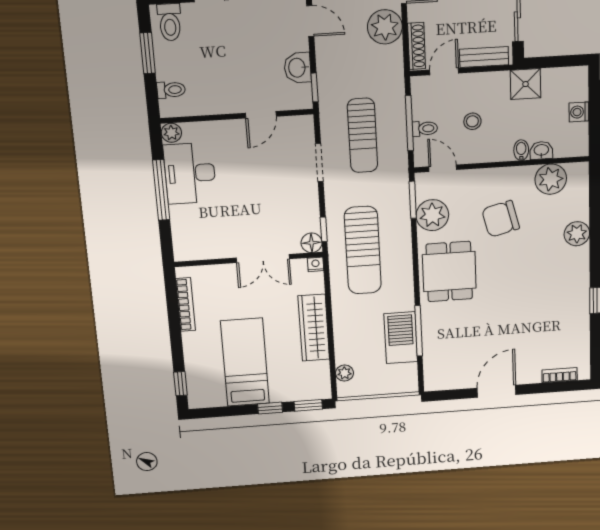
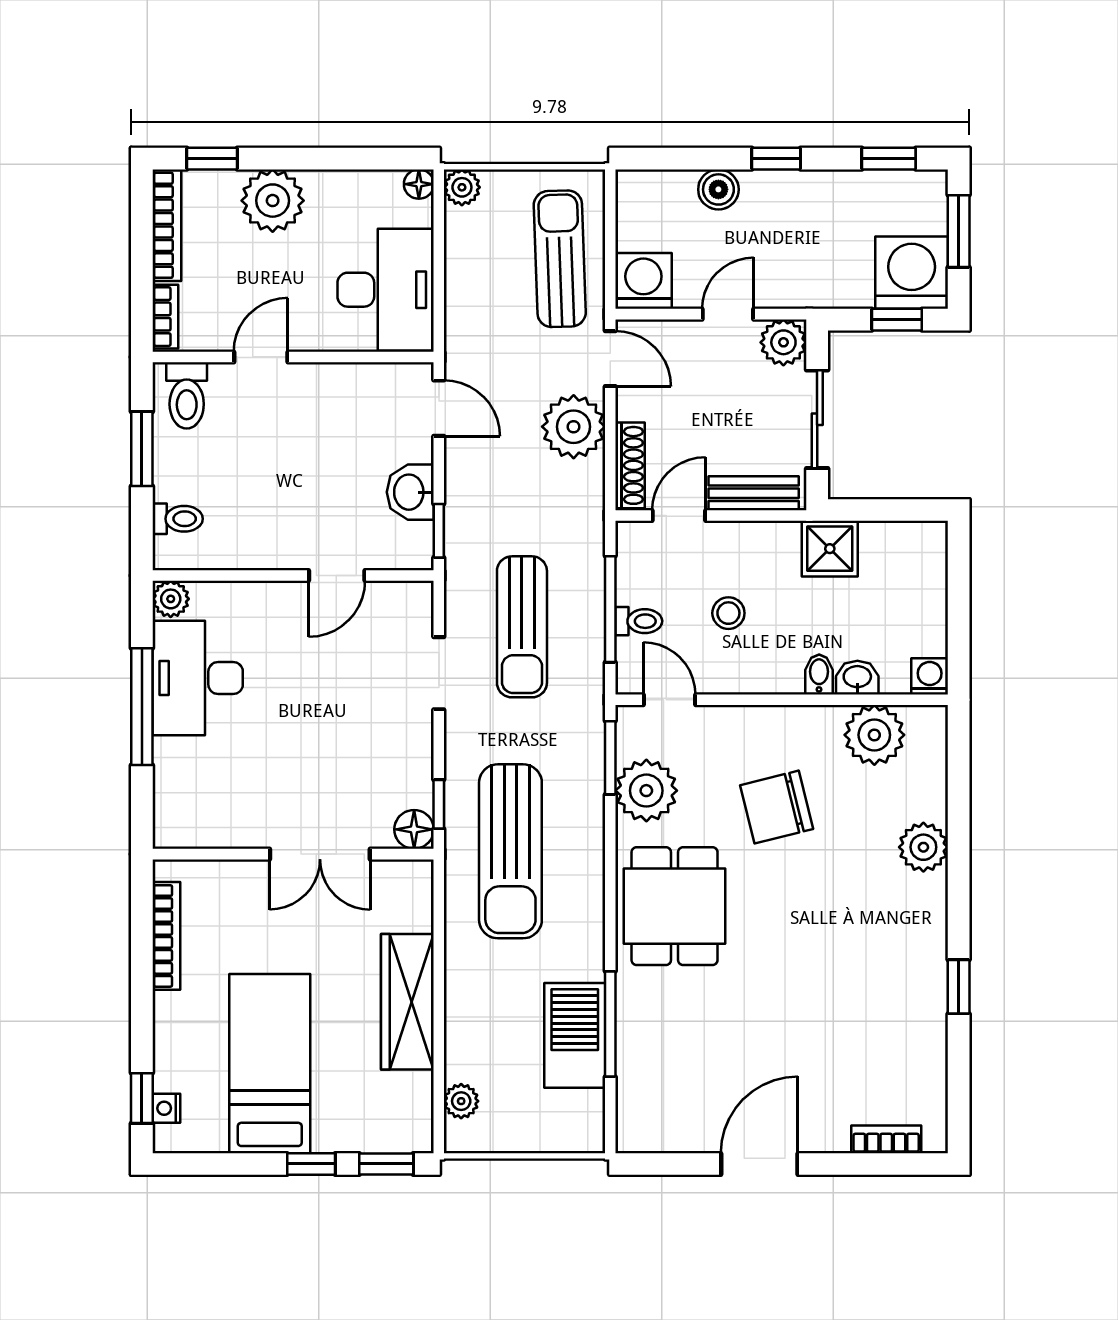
washing machine: (579, 112) -> (930, 676), moved, turned 90
nightstand: (316, 264) -> (166, 1108), moved, turned -90

